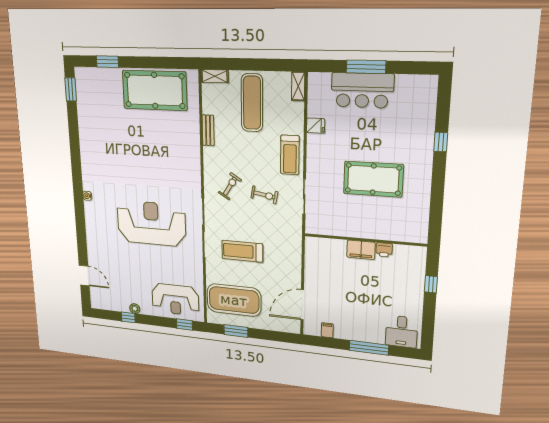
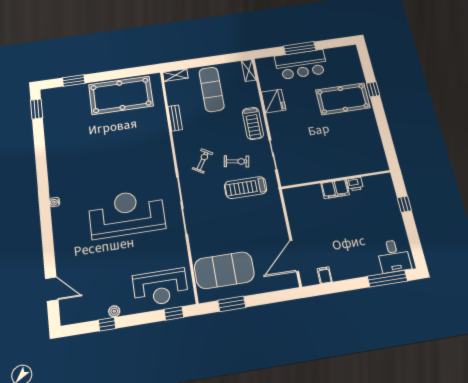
fridge: (316, 126) -> (274, 101), width x1.88, depth x1.34
pool table: (373, 179) -> (343, 99), moved
treadmill: (242, 251) -> (246, 188), moved
window: (369, 348) -> (387, 279), moved

